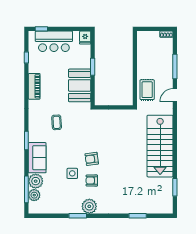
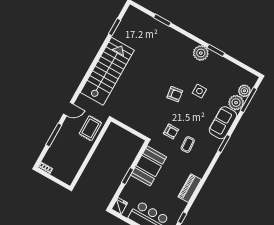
armchair: (92, 181) -> (171, 131), moved

